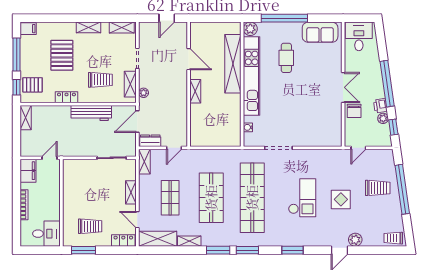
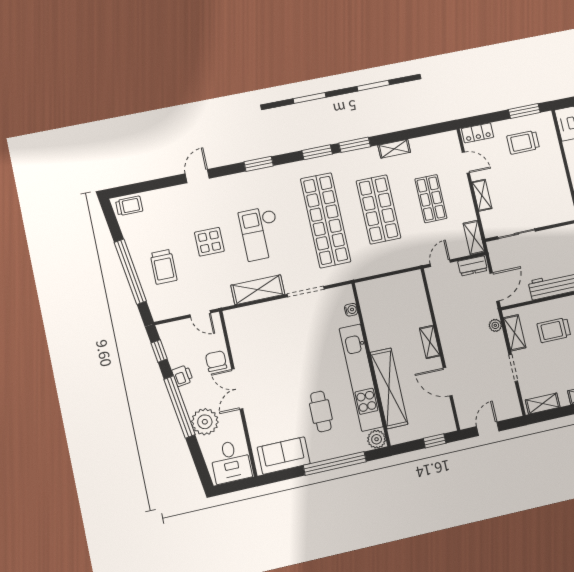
window: (208, 18) -> (435, 441), added
plant: (383, 118) -> (205, 422), moved, width x1.88, depth x1.88
door: (358, 148) -> (200, 314), swing flipped
trolley: (378, 188) -> (164, 267), turned -90
shelving: (158, 239) -> (258, 290), moved
plant: (355, 240) -> (179, 194), removed

